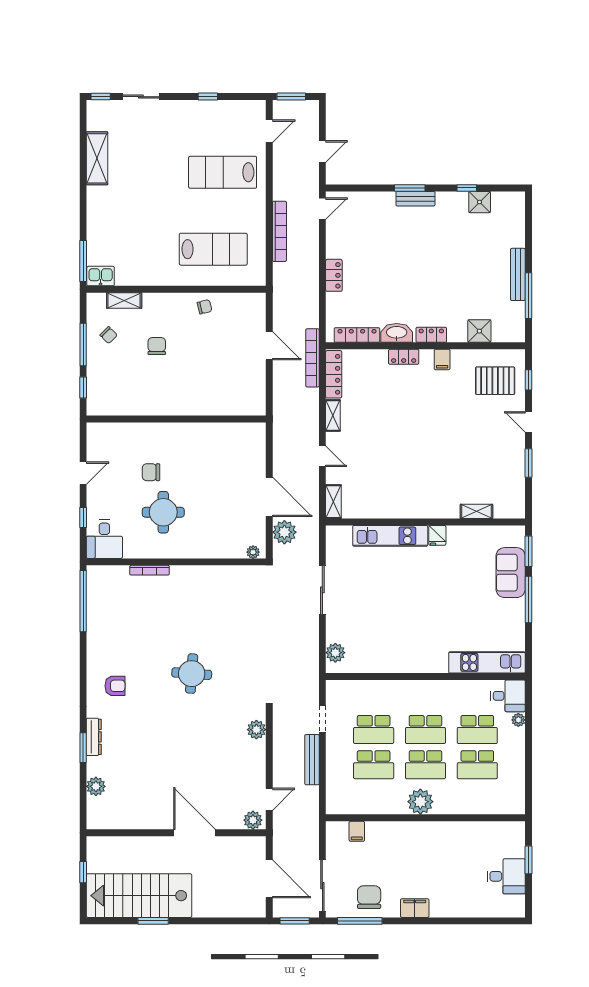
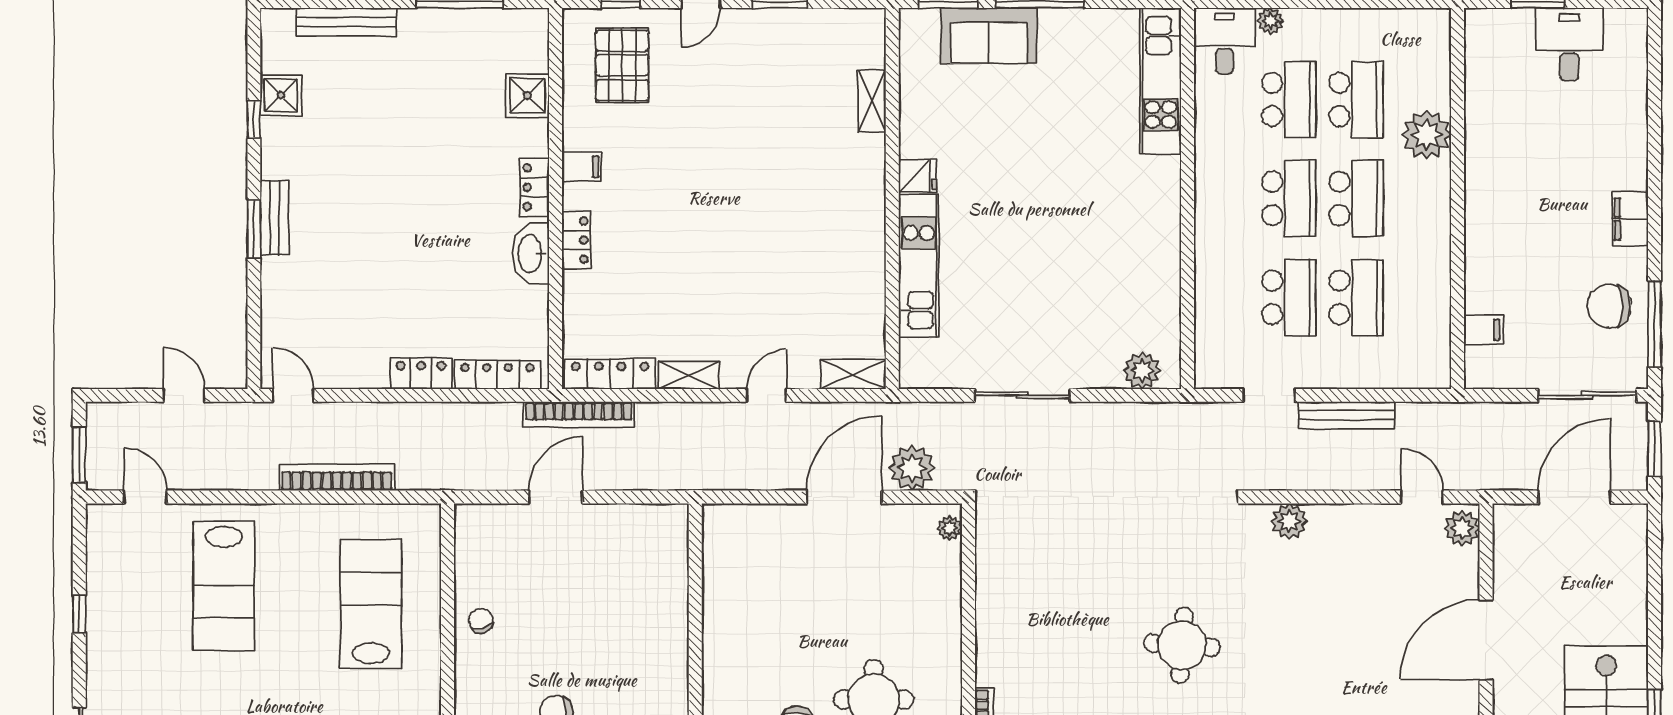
bench: (518, 274) -> (346, 22), moved
locker: (357, 335) -> (498, 375), moved, turned 90
plant: (420, 802) -> (1427, 135), moved

